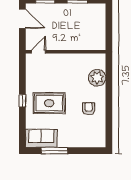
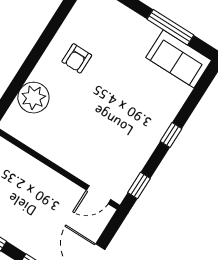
window: (22, 68) -> (139, 185), added
rug: (49, 103) -> (132, 105), removed

